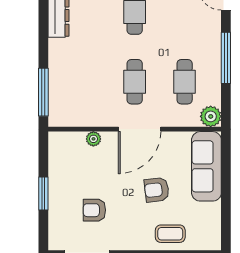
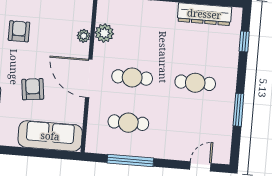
window: (226, 58) -> (130, 160), moved
plant: (211, 116) -> (104, 33), moved

